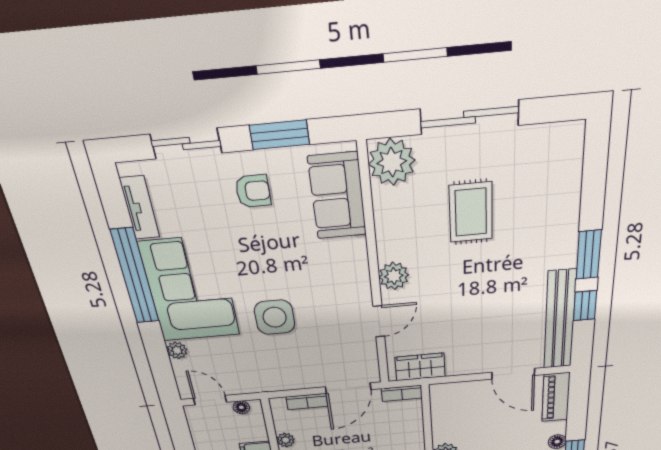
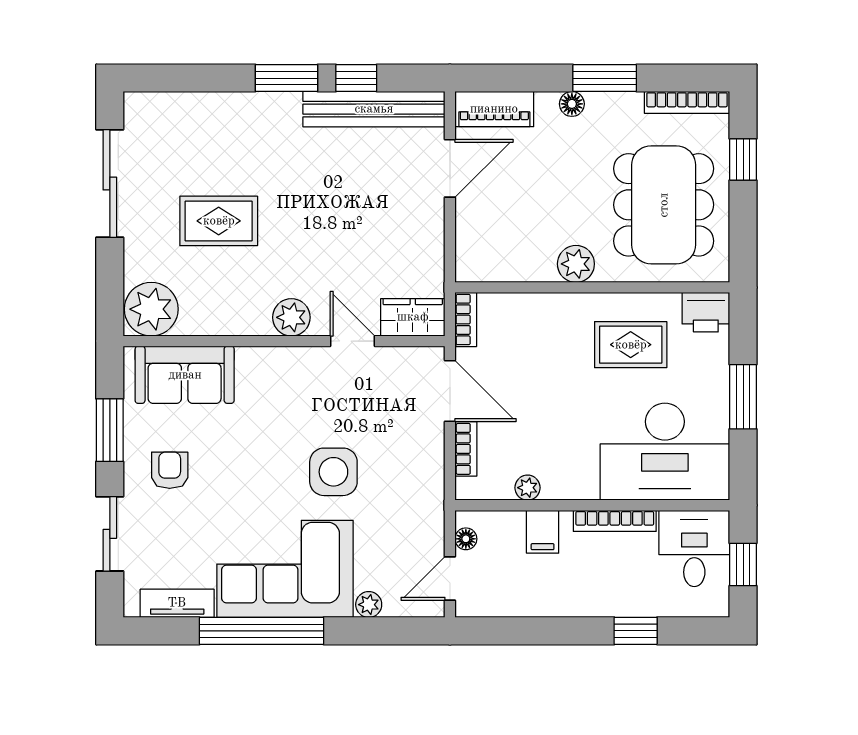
sliding door: (470, 117) -> (110, 184), moved
wardrobe: (420, 367) -> (413, 317), moved, turned 90

